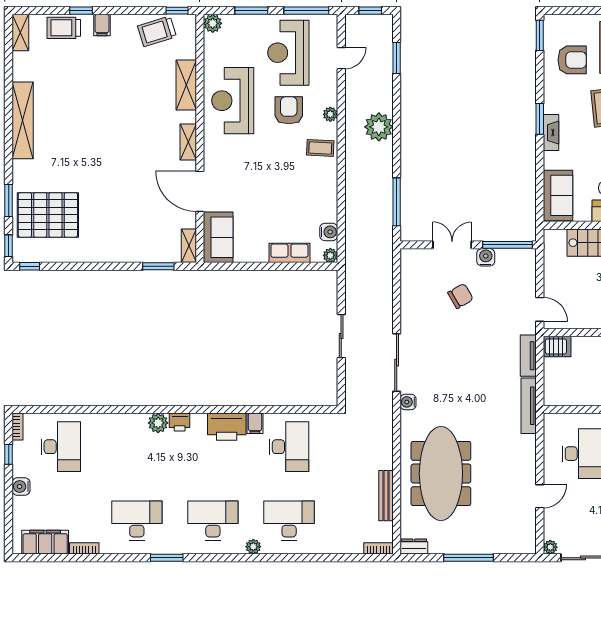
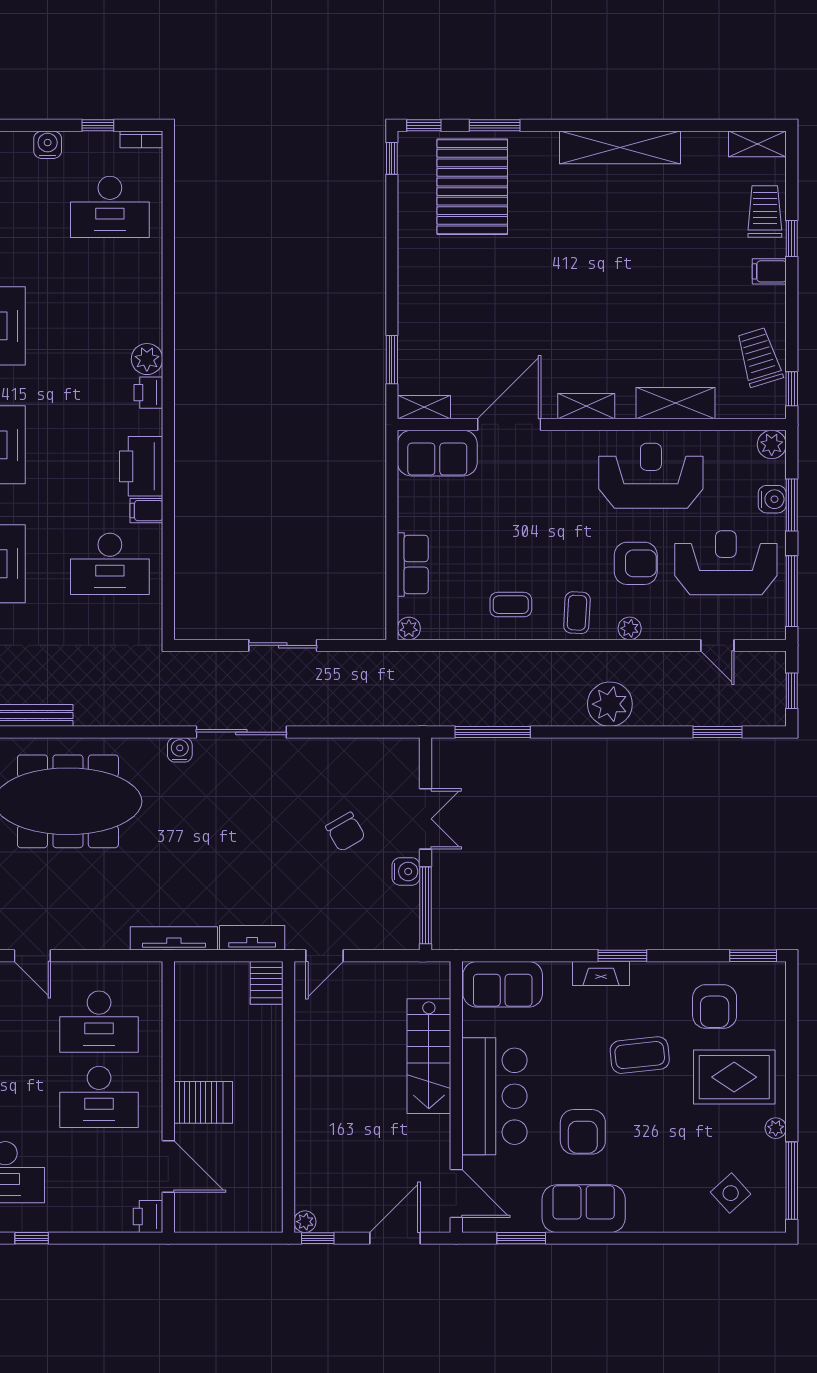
coffee table: (315, 190) -> (511, 605), added
water cooler: (329, 232) -> (772, 499), moved, turned -90

